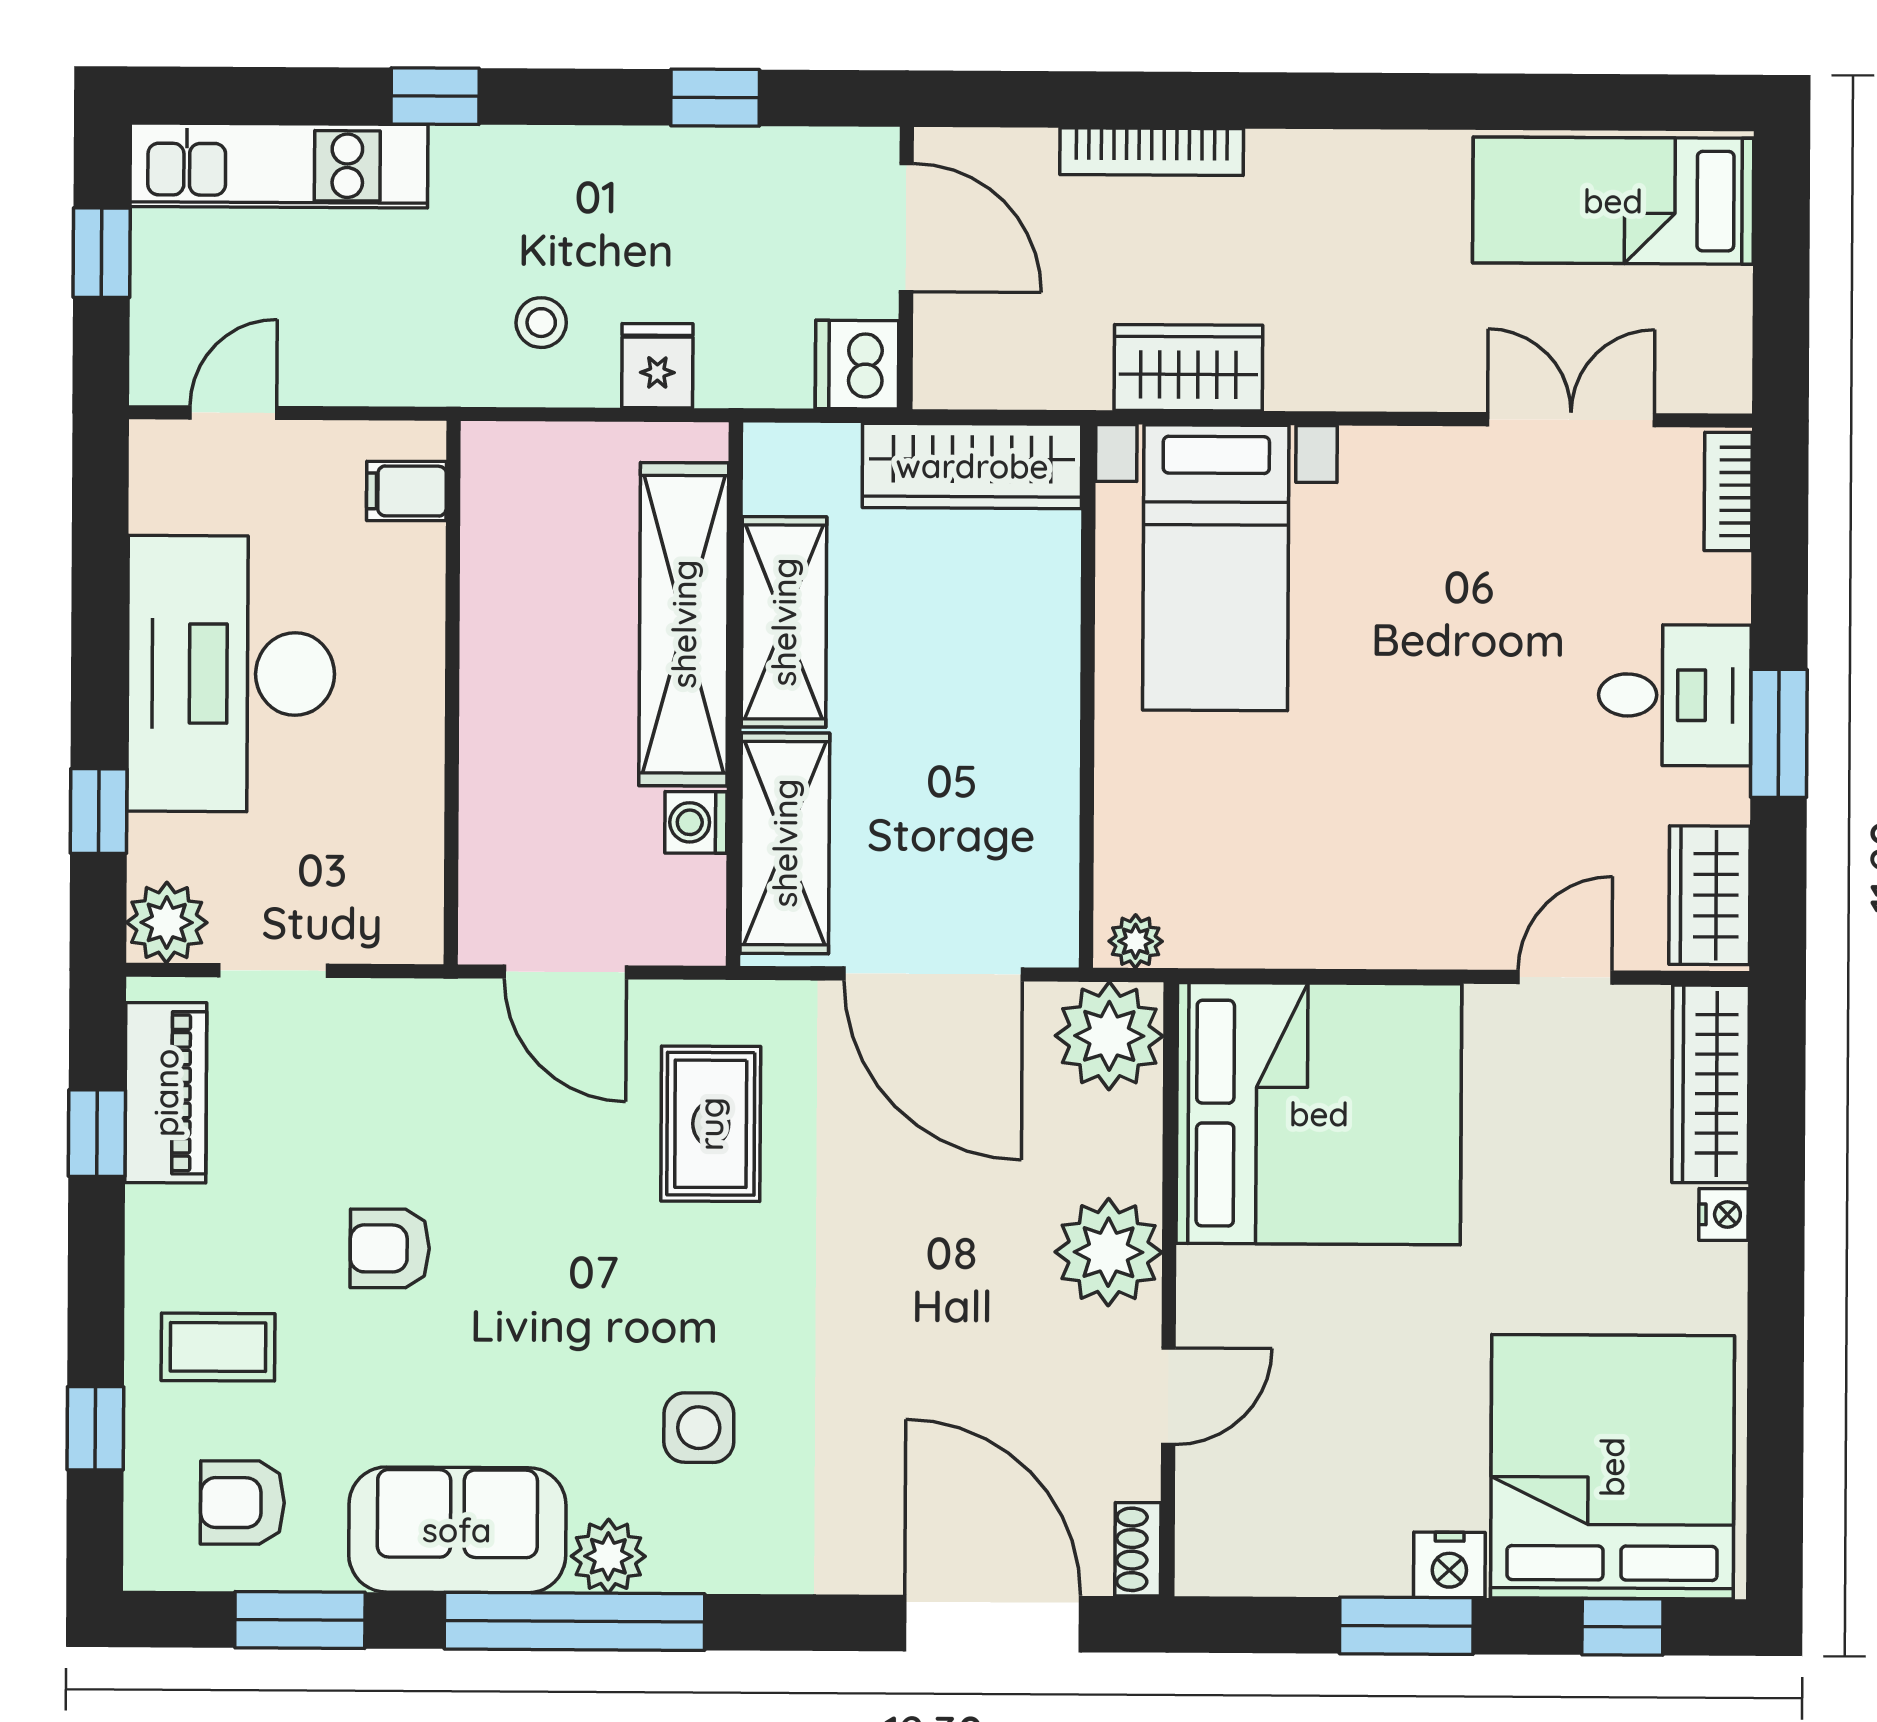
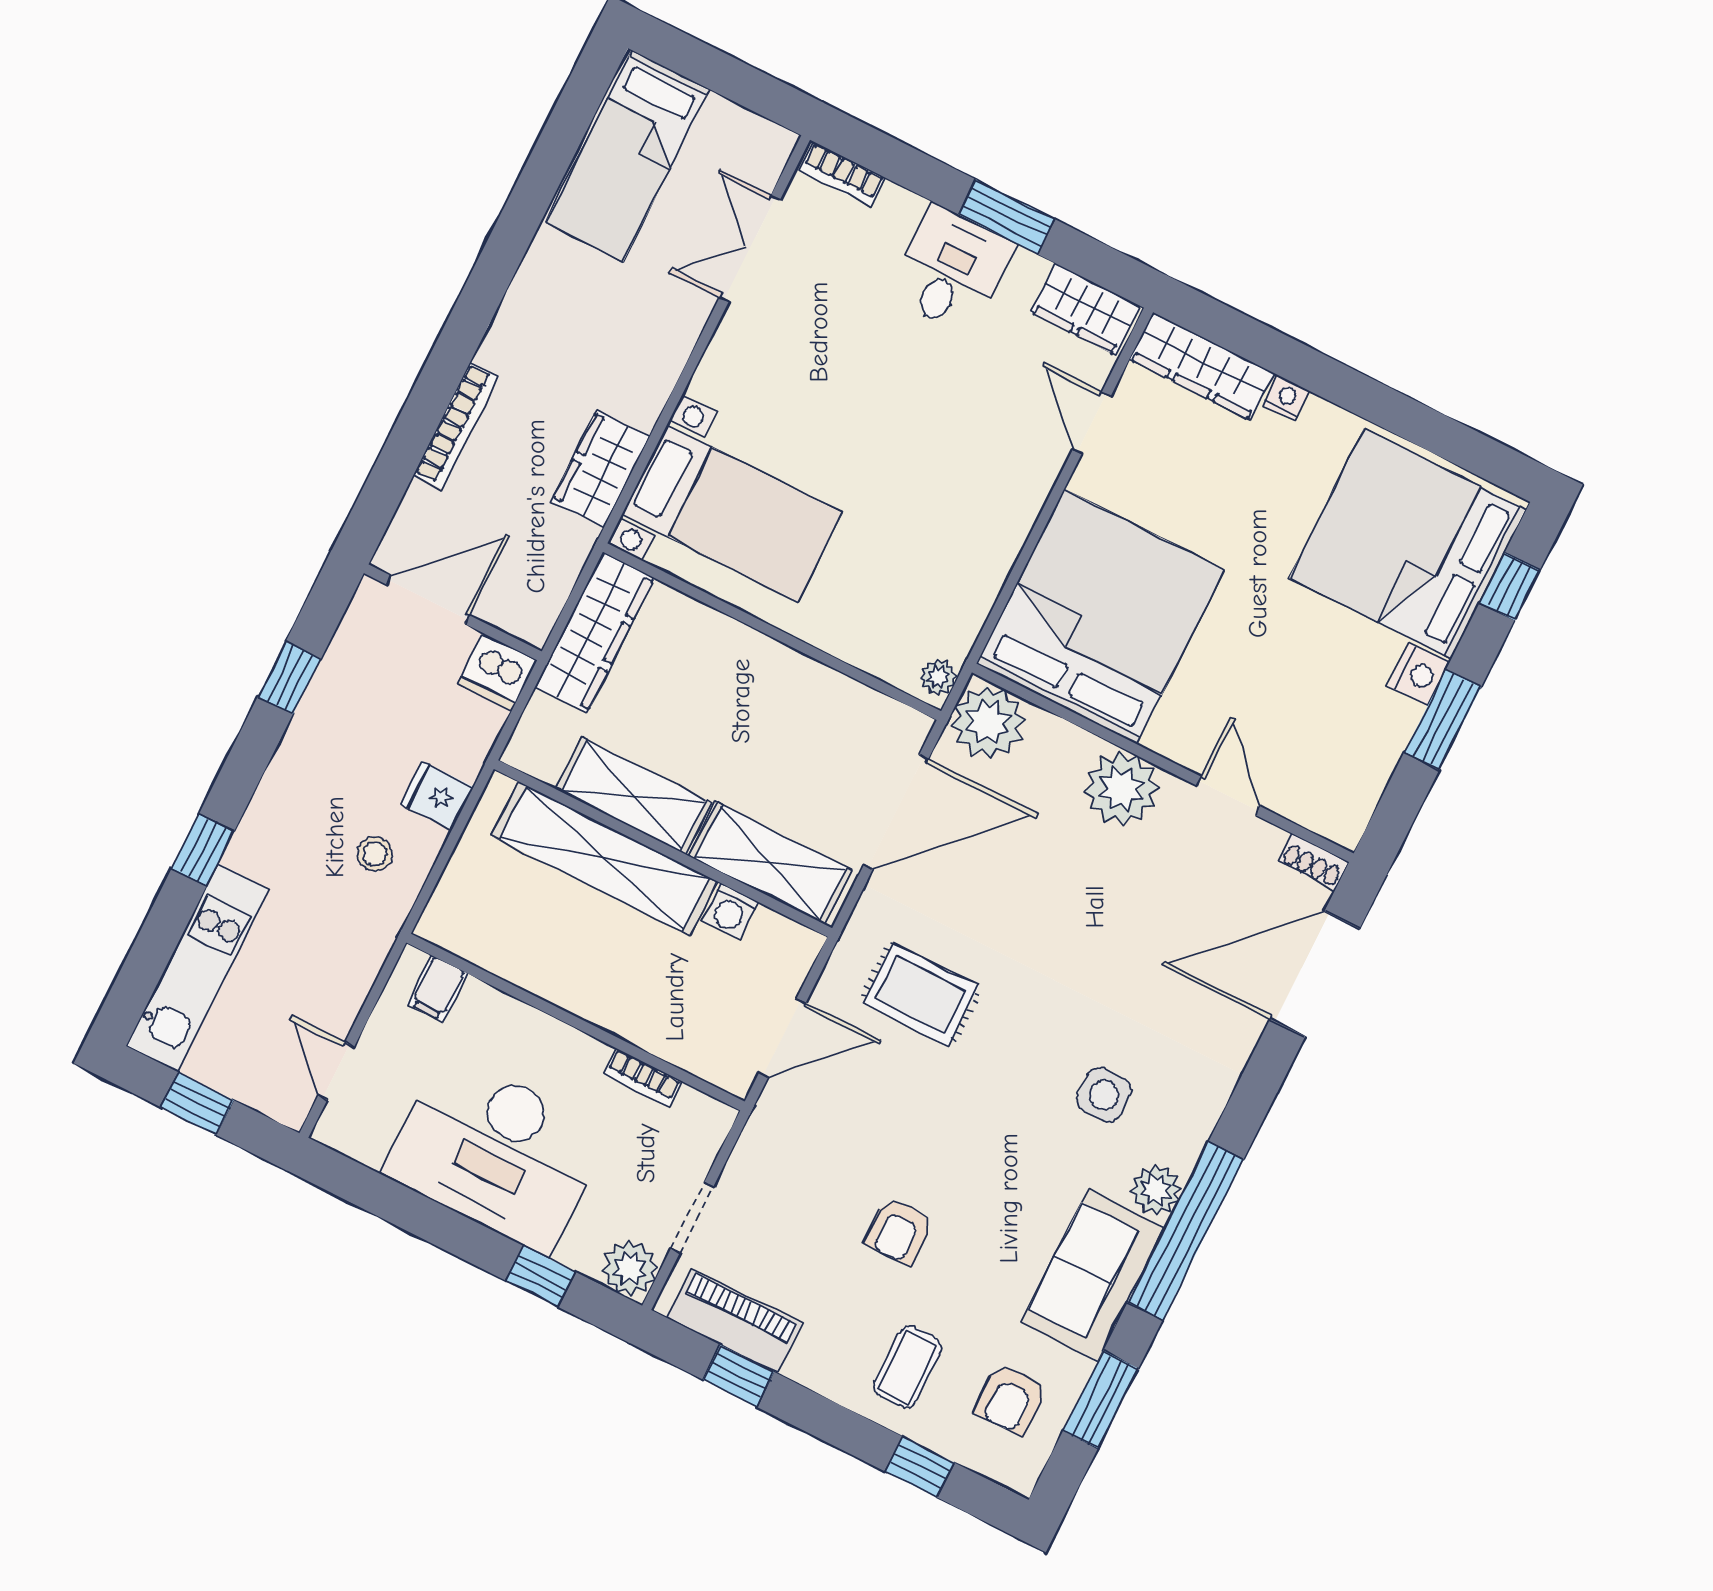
bookcase: (423, 816) -> (643, 1078), added

